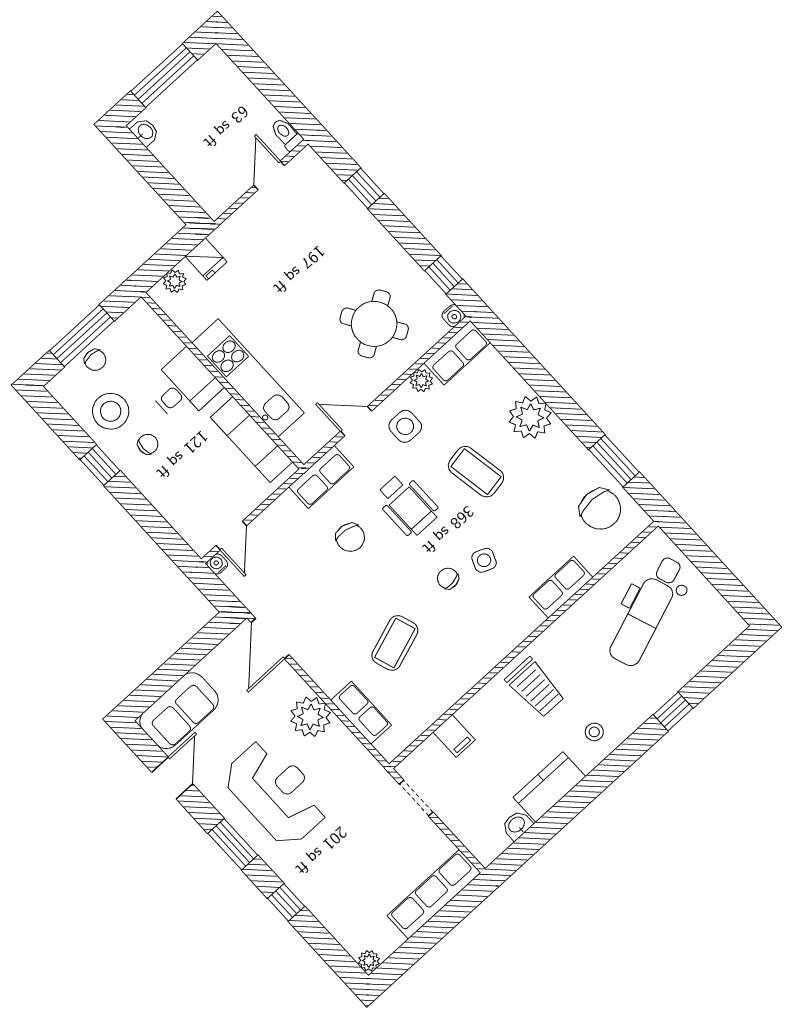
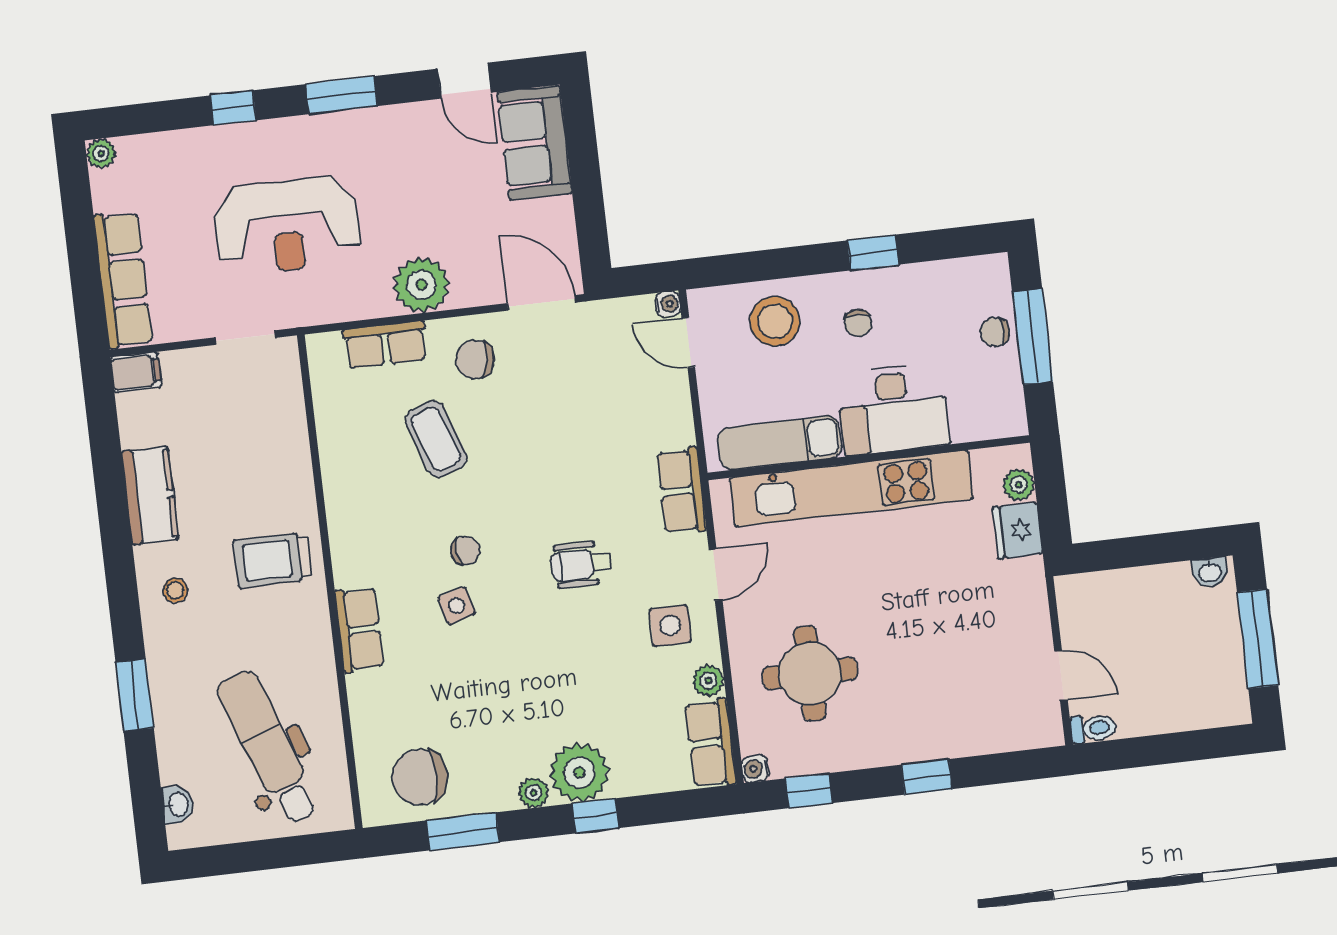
window: (364, 188) -> (927, 777), moved
fridge: (206, 259) -> (1017, 530), width x1.38
round table: (374, 324) -> (810, 673), turned 32
kitchen unit: (248, 378) -> (851, 489), width x1.36
desk: (184, 387) -> (893, 409), width x1.37
window: (549, 390) -> (595, 816), added
stool: (111, 411) -> (775, 321), moved
plant: (561, 436) -> (534, 793), added
coffee table: (476, 472) -> (562, 668), removed
wheelchair: (407, 505) -> (581, 564), width x0.73, depth x0.73
chair: (350, 538) -> (475, 359), moved
side table: (484, 560) -> (457, 606), turned -38
row of seats: (561, 587) -> (359, 630), moved
window: (673, 711) -> (135, 695), width x1.50
filing cabinet: (454, 736) -> (136, 372), moved, turned 180
reception desk: (276, 793) -> (287, 226), moved
washbasin: (517, 825) -> (178, 805), moved

